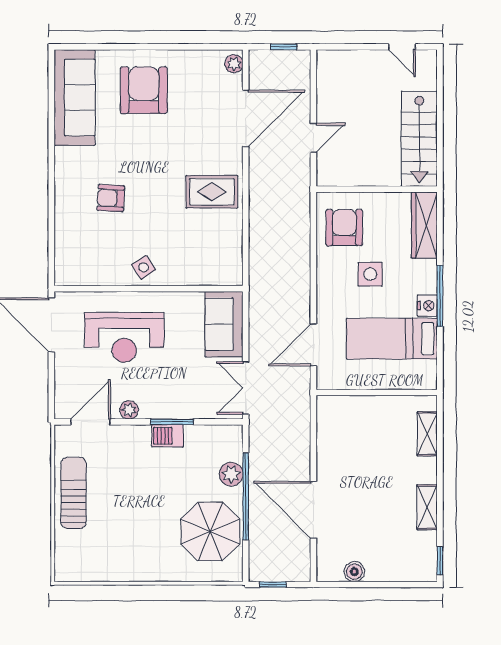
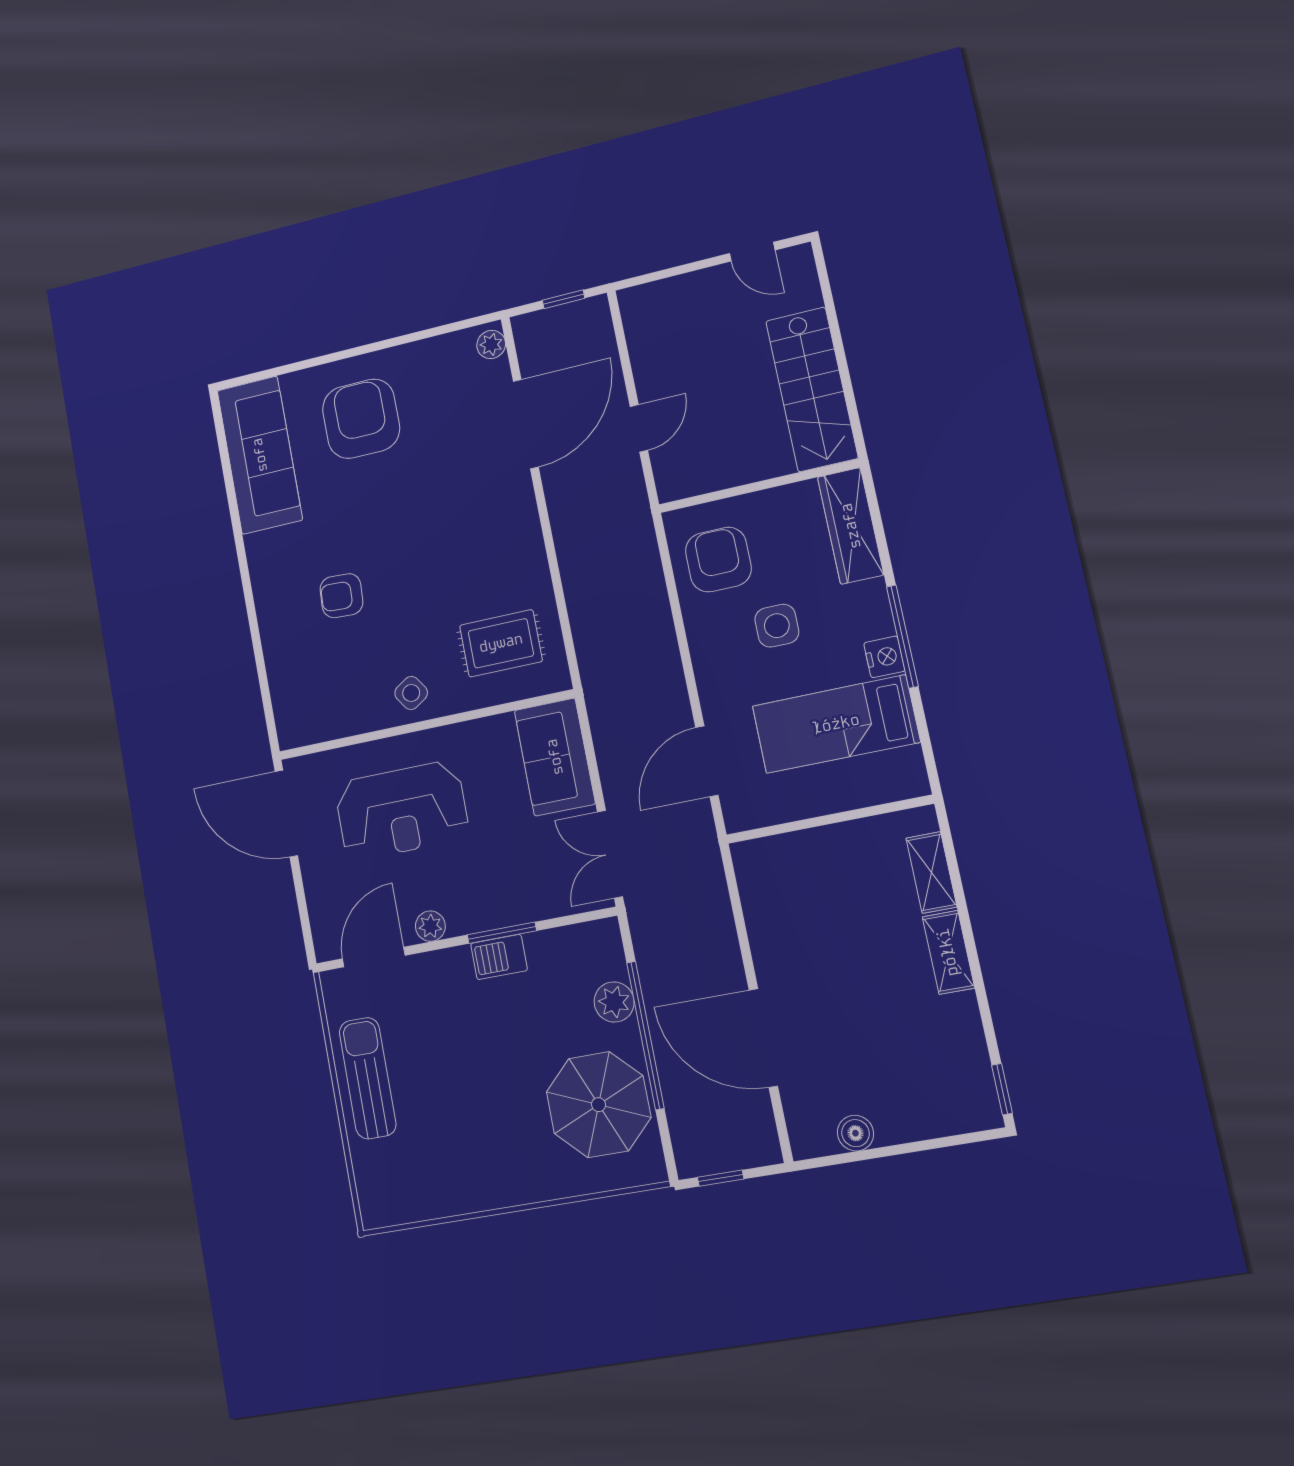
rug: (212, 192) -> (501, 643), moved
shelving: (427, 507) -> (948, 952), moved

